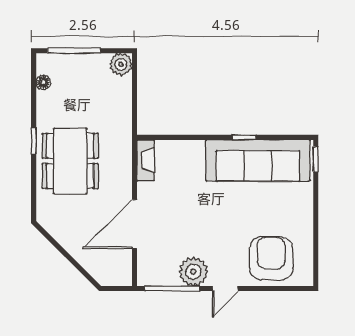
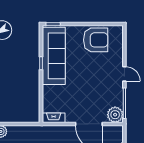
armchair: (271, 258) -> (96, 40), moved, turned 180
plant: (193, 272) -> (115, 115), moved

